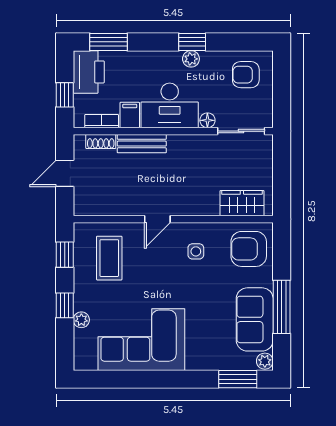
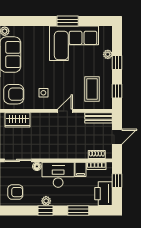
window: (108, 42) -> (78, 210), moved
bench: (142, 144) -> (99, 118), moved
window: (238, 379) -> (68, 21), moved

